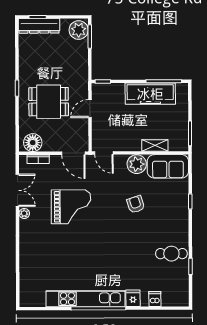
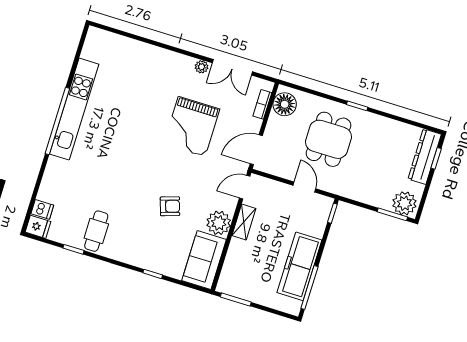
shelving: (155, 145) -> (244, 222), moved
fridge: (133, 298) -> (38, 227), moved
dishwasher: (155, 299) -> (42, 209), moved

